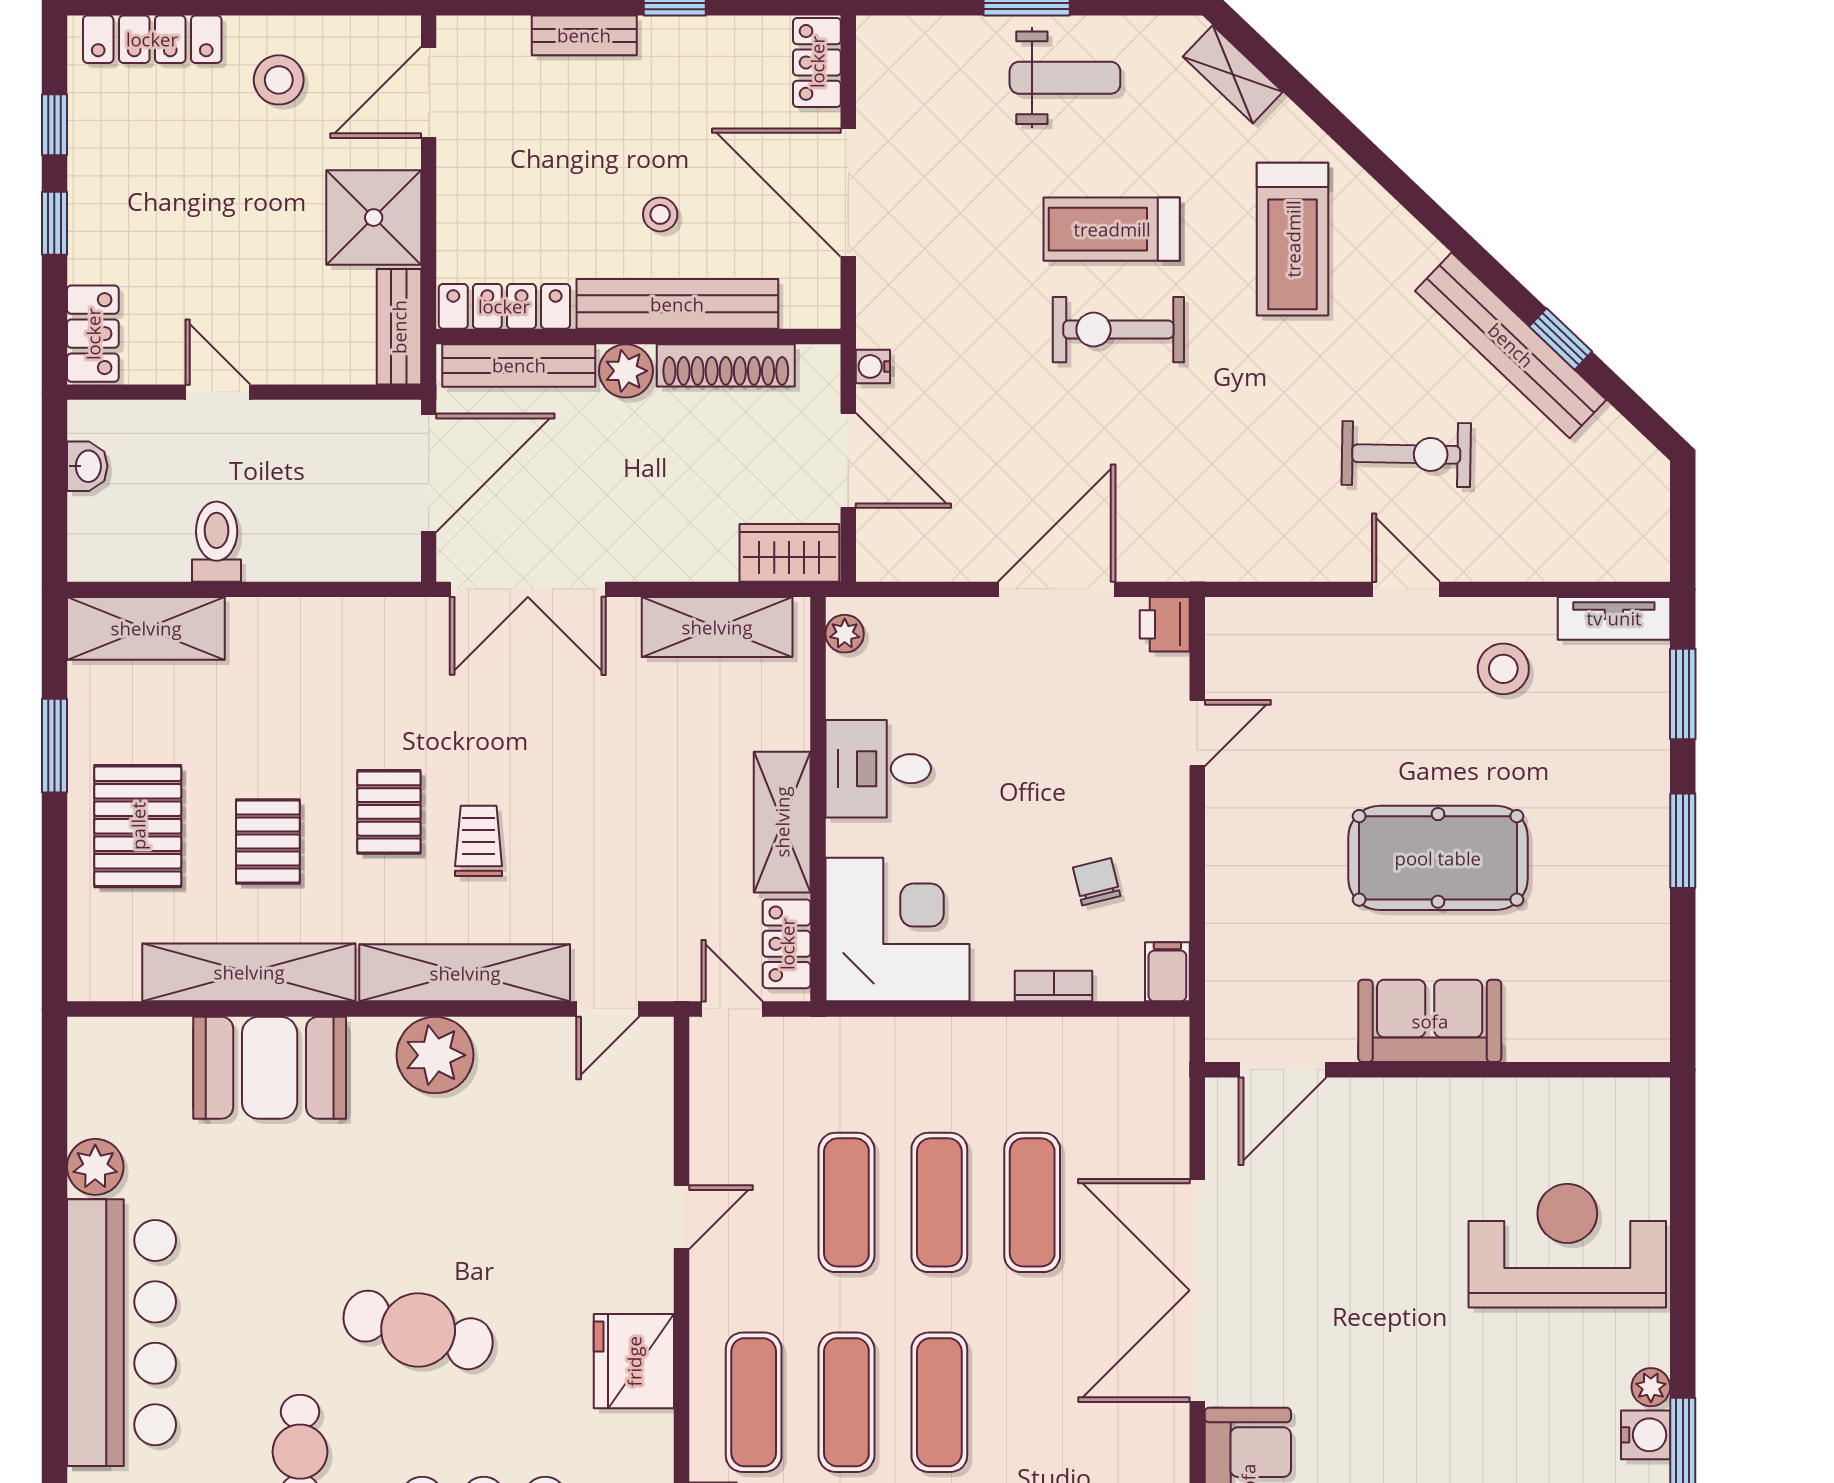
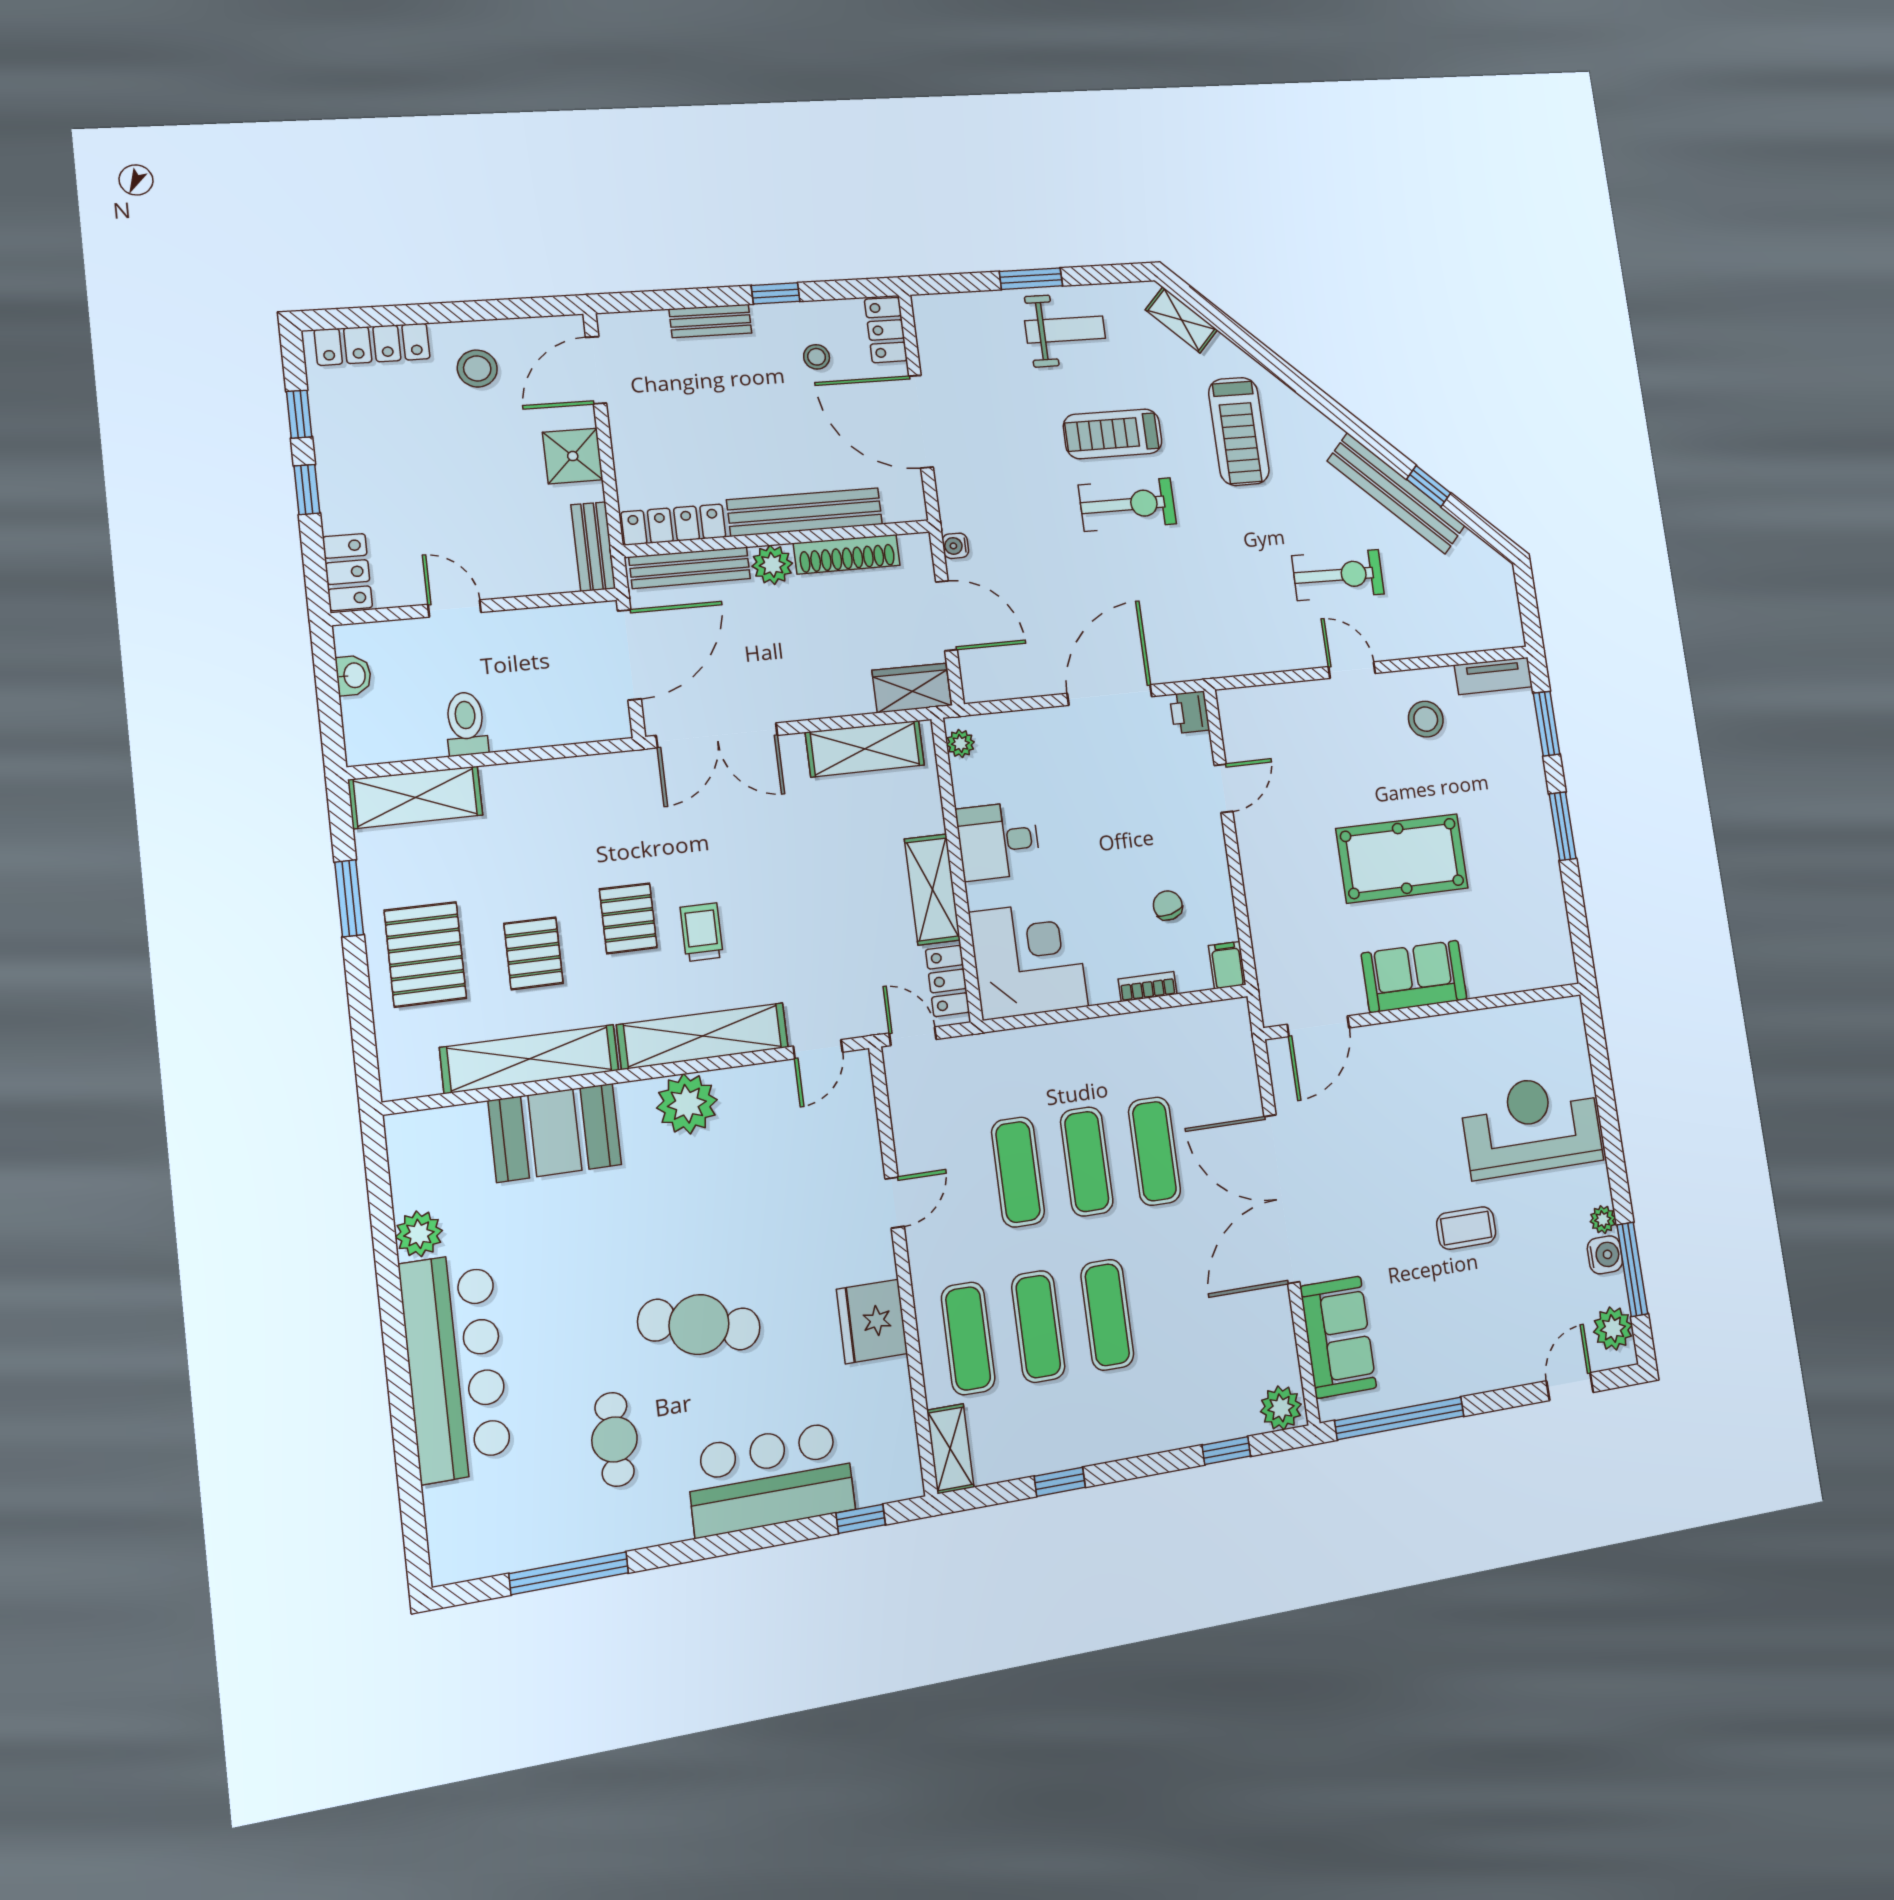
stool: (660, 214) -> (817, 357), moved
shower: (374, 218) -> (573, 456), width x0.73, depth x0.73
exercise bike: (1118, 330) -> (1127, 504), turned 180
coffee table: (1450, 1368) -> (1466, 1228), added

